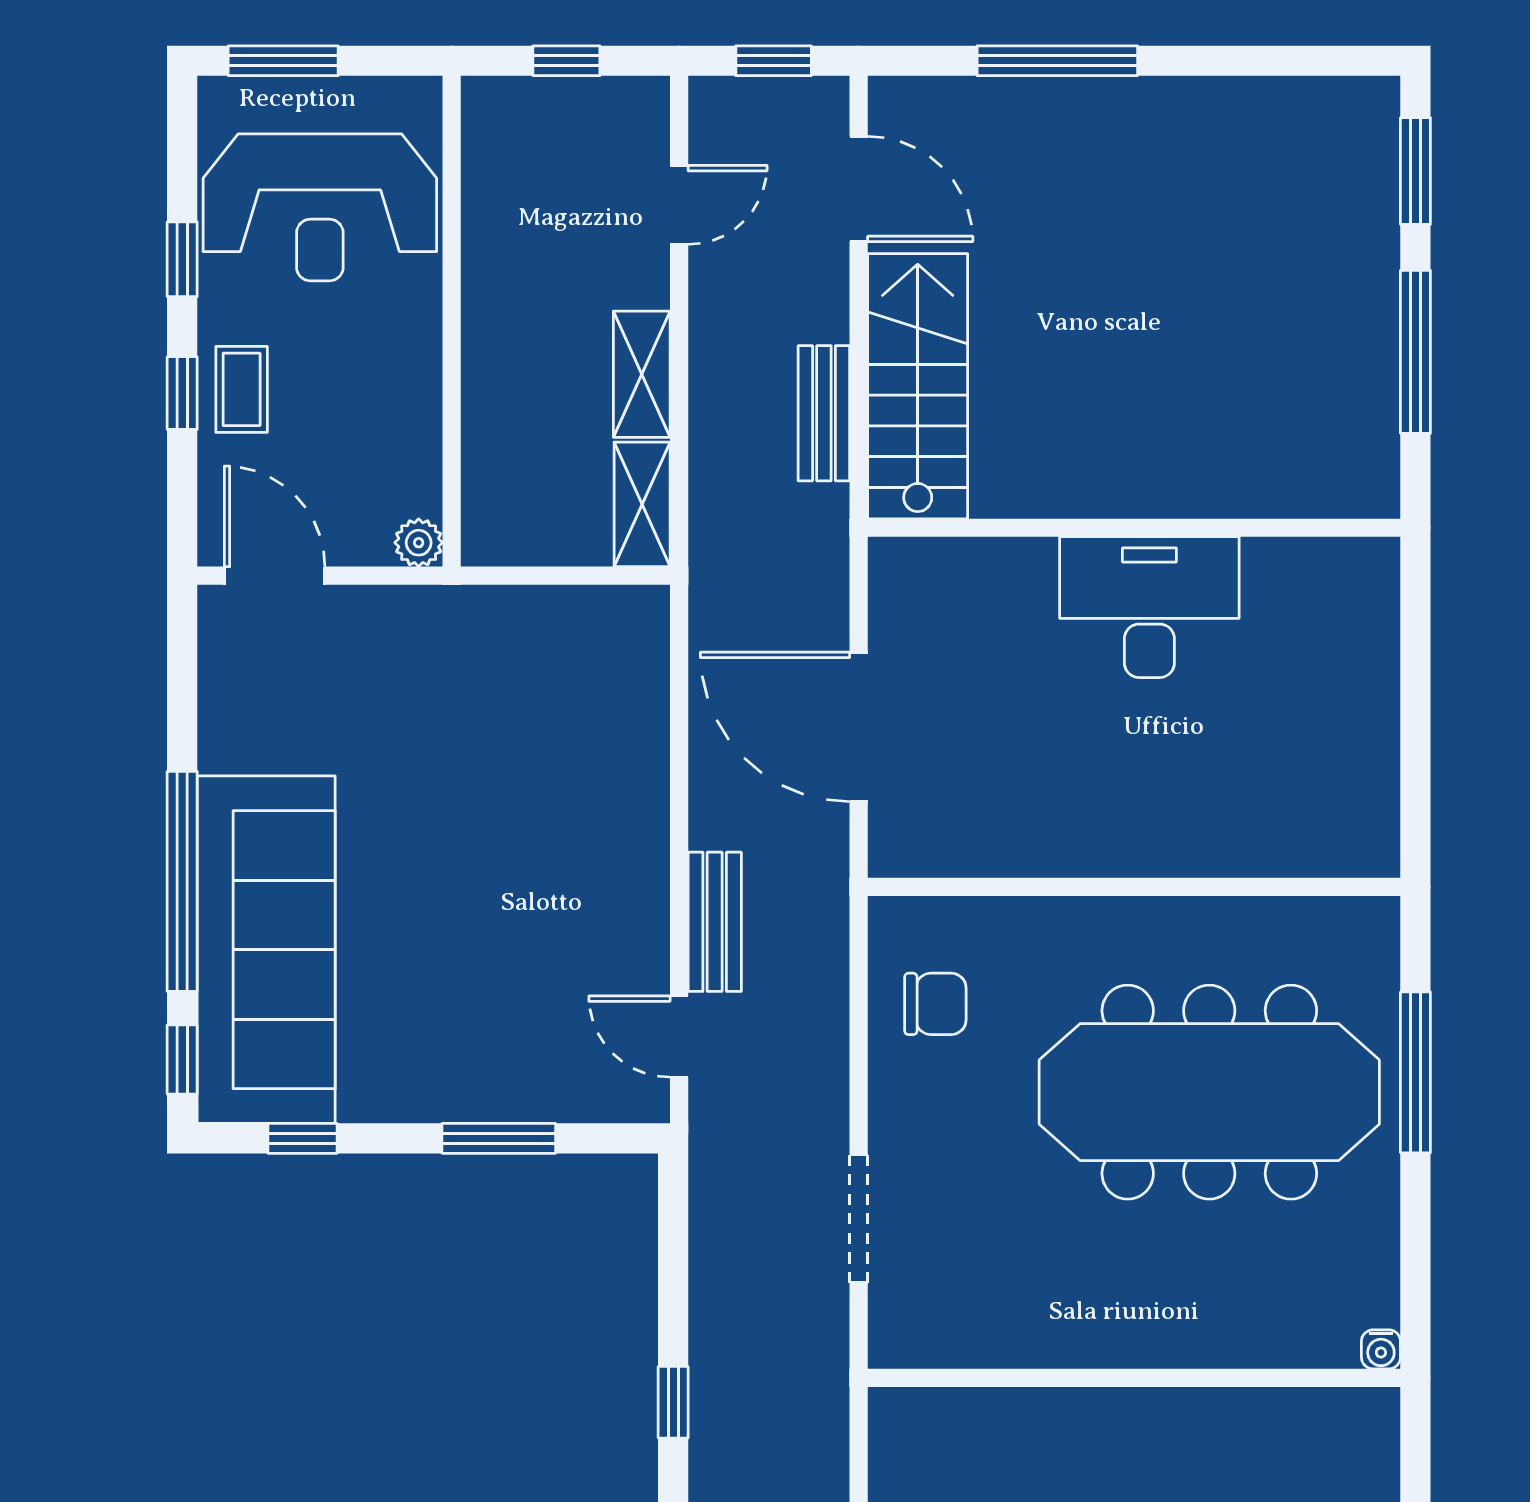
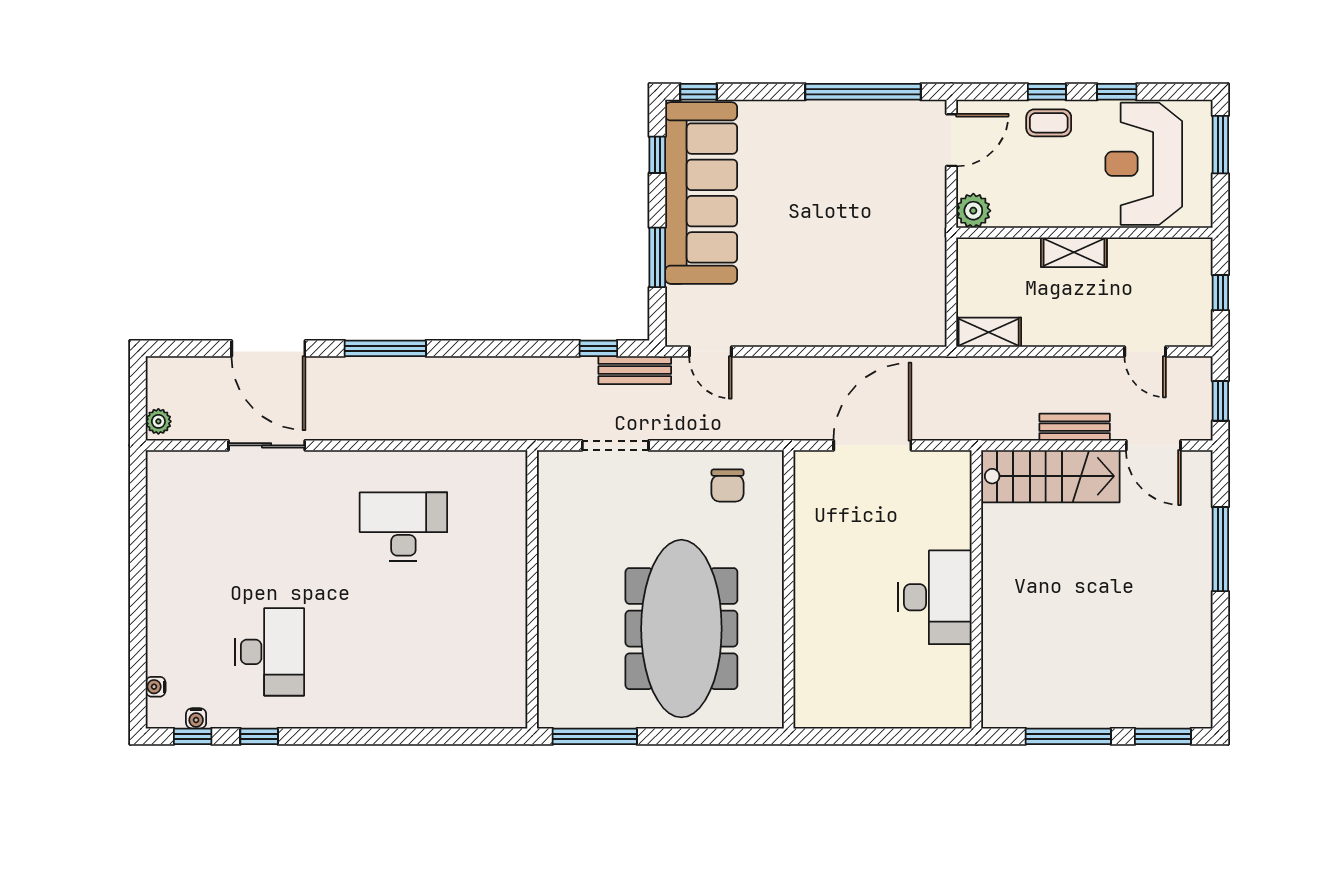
door: (859, 189) -> (1153, 445), hinge flipped
shelving: (642, 374) -> (1074, 252), moved
bench: (824, 413) -> (1075, 427), moved
plant: (419, 543) -> (973, 211), width x1.38, depth x1.38
window: (182, 881) -> (863, 92), moved
bench: (715, 922) -> (635, 370), moved
sofa: (266, 950) -> (701, 193), moved, turned -90
door: (679, 1037) -> (710, 352), swing flipped
window: (1415, 1072) -> (595, 736), moved
water cooler: (1381, 1349) -> (547, 718), removed
window: (673, 1402) -> (598, 348), moved

